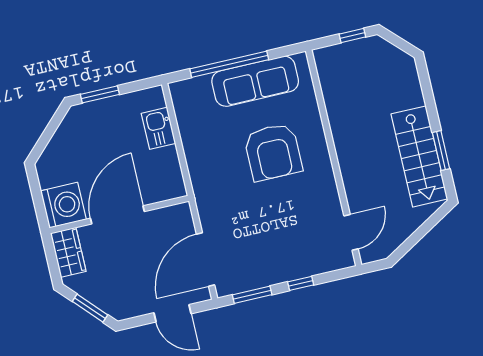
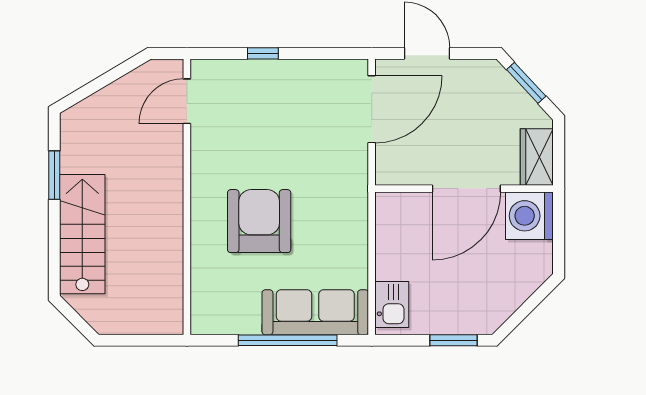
window: (352, 36) -> (130, 340), removed
sofa: (255, 81) -> (315, 312), moved
kitchen sink: (159, 128) -> (392, 305), moved
stairs: (419, 156) -> (82, 234), moved
window: (252, 295) -> (325, 53), removed

